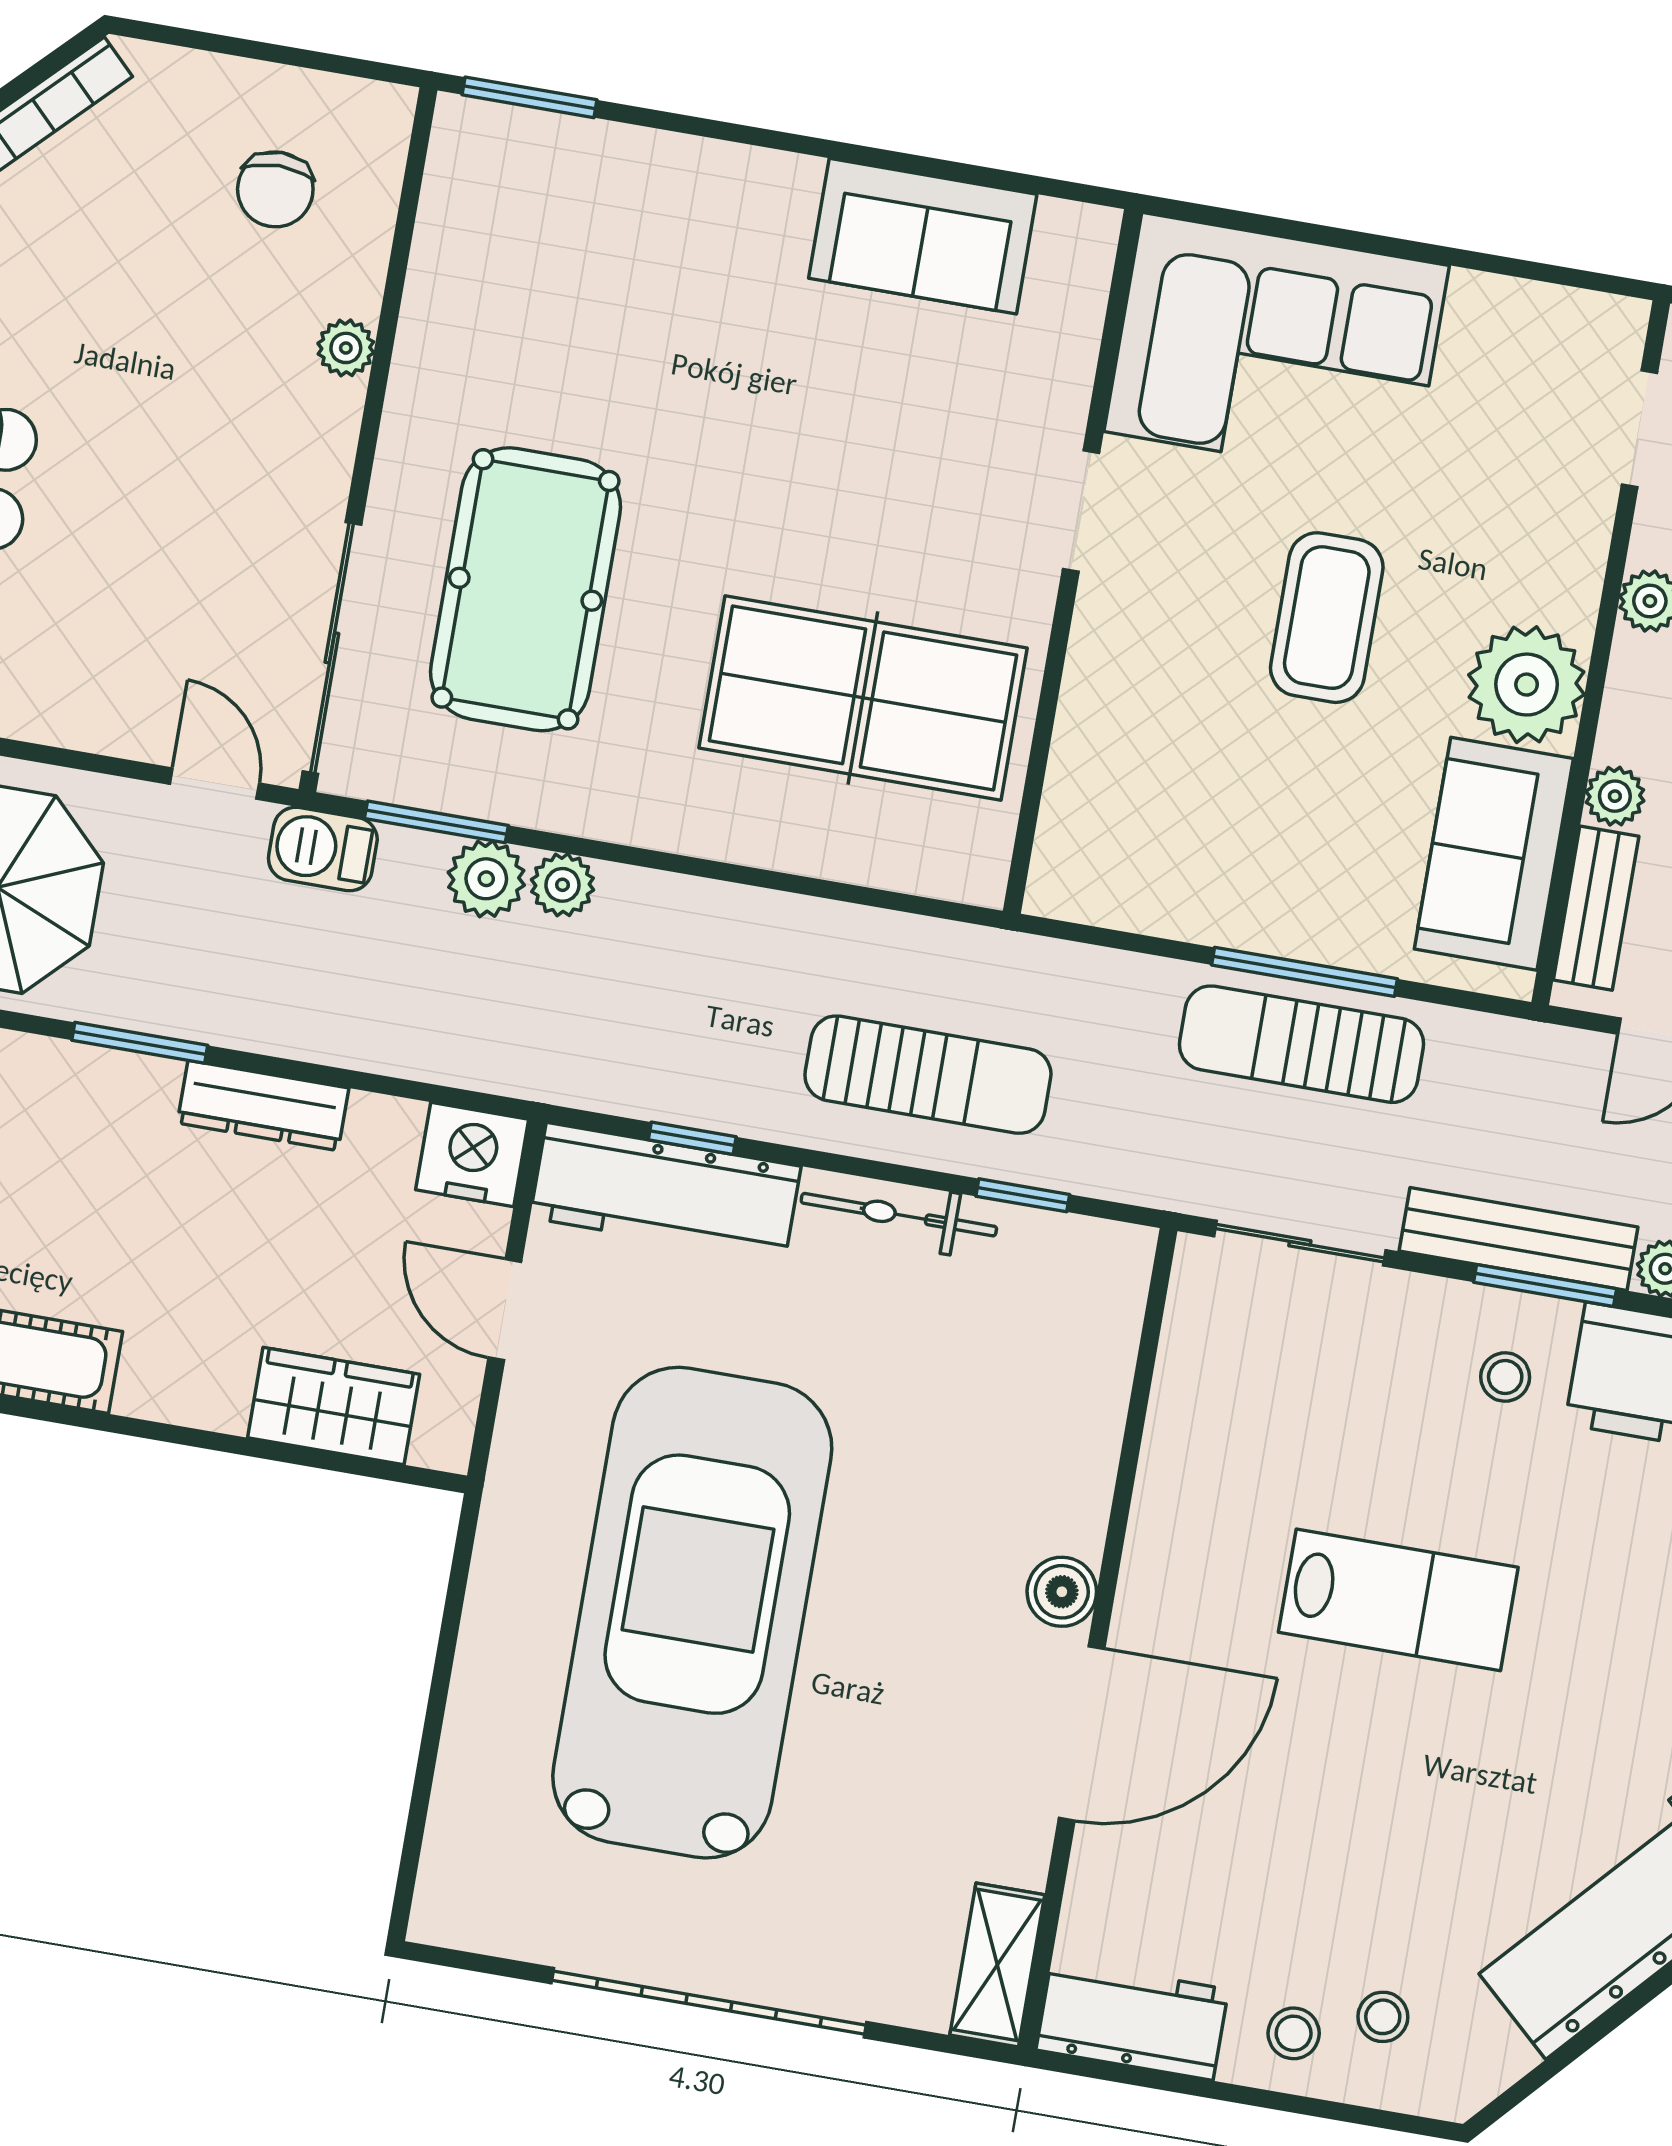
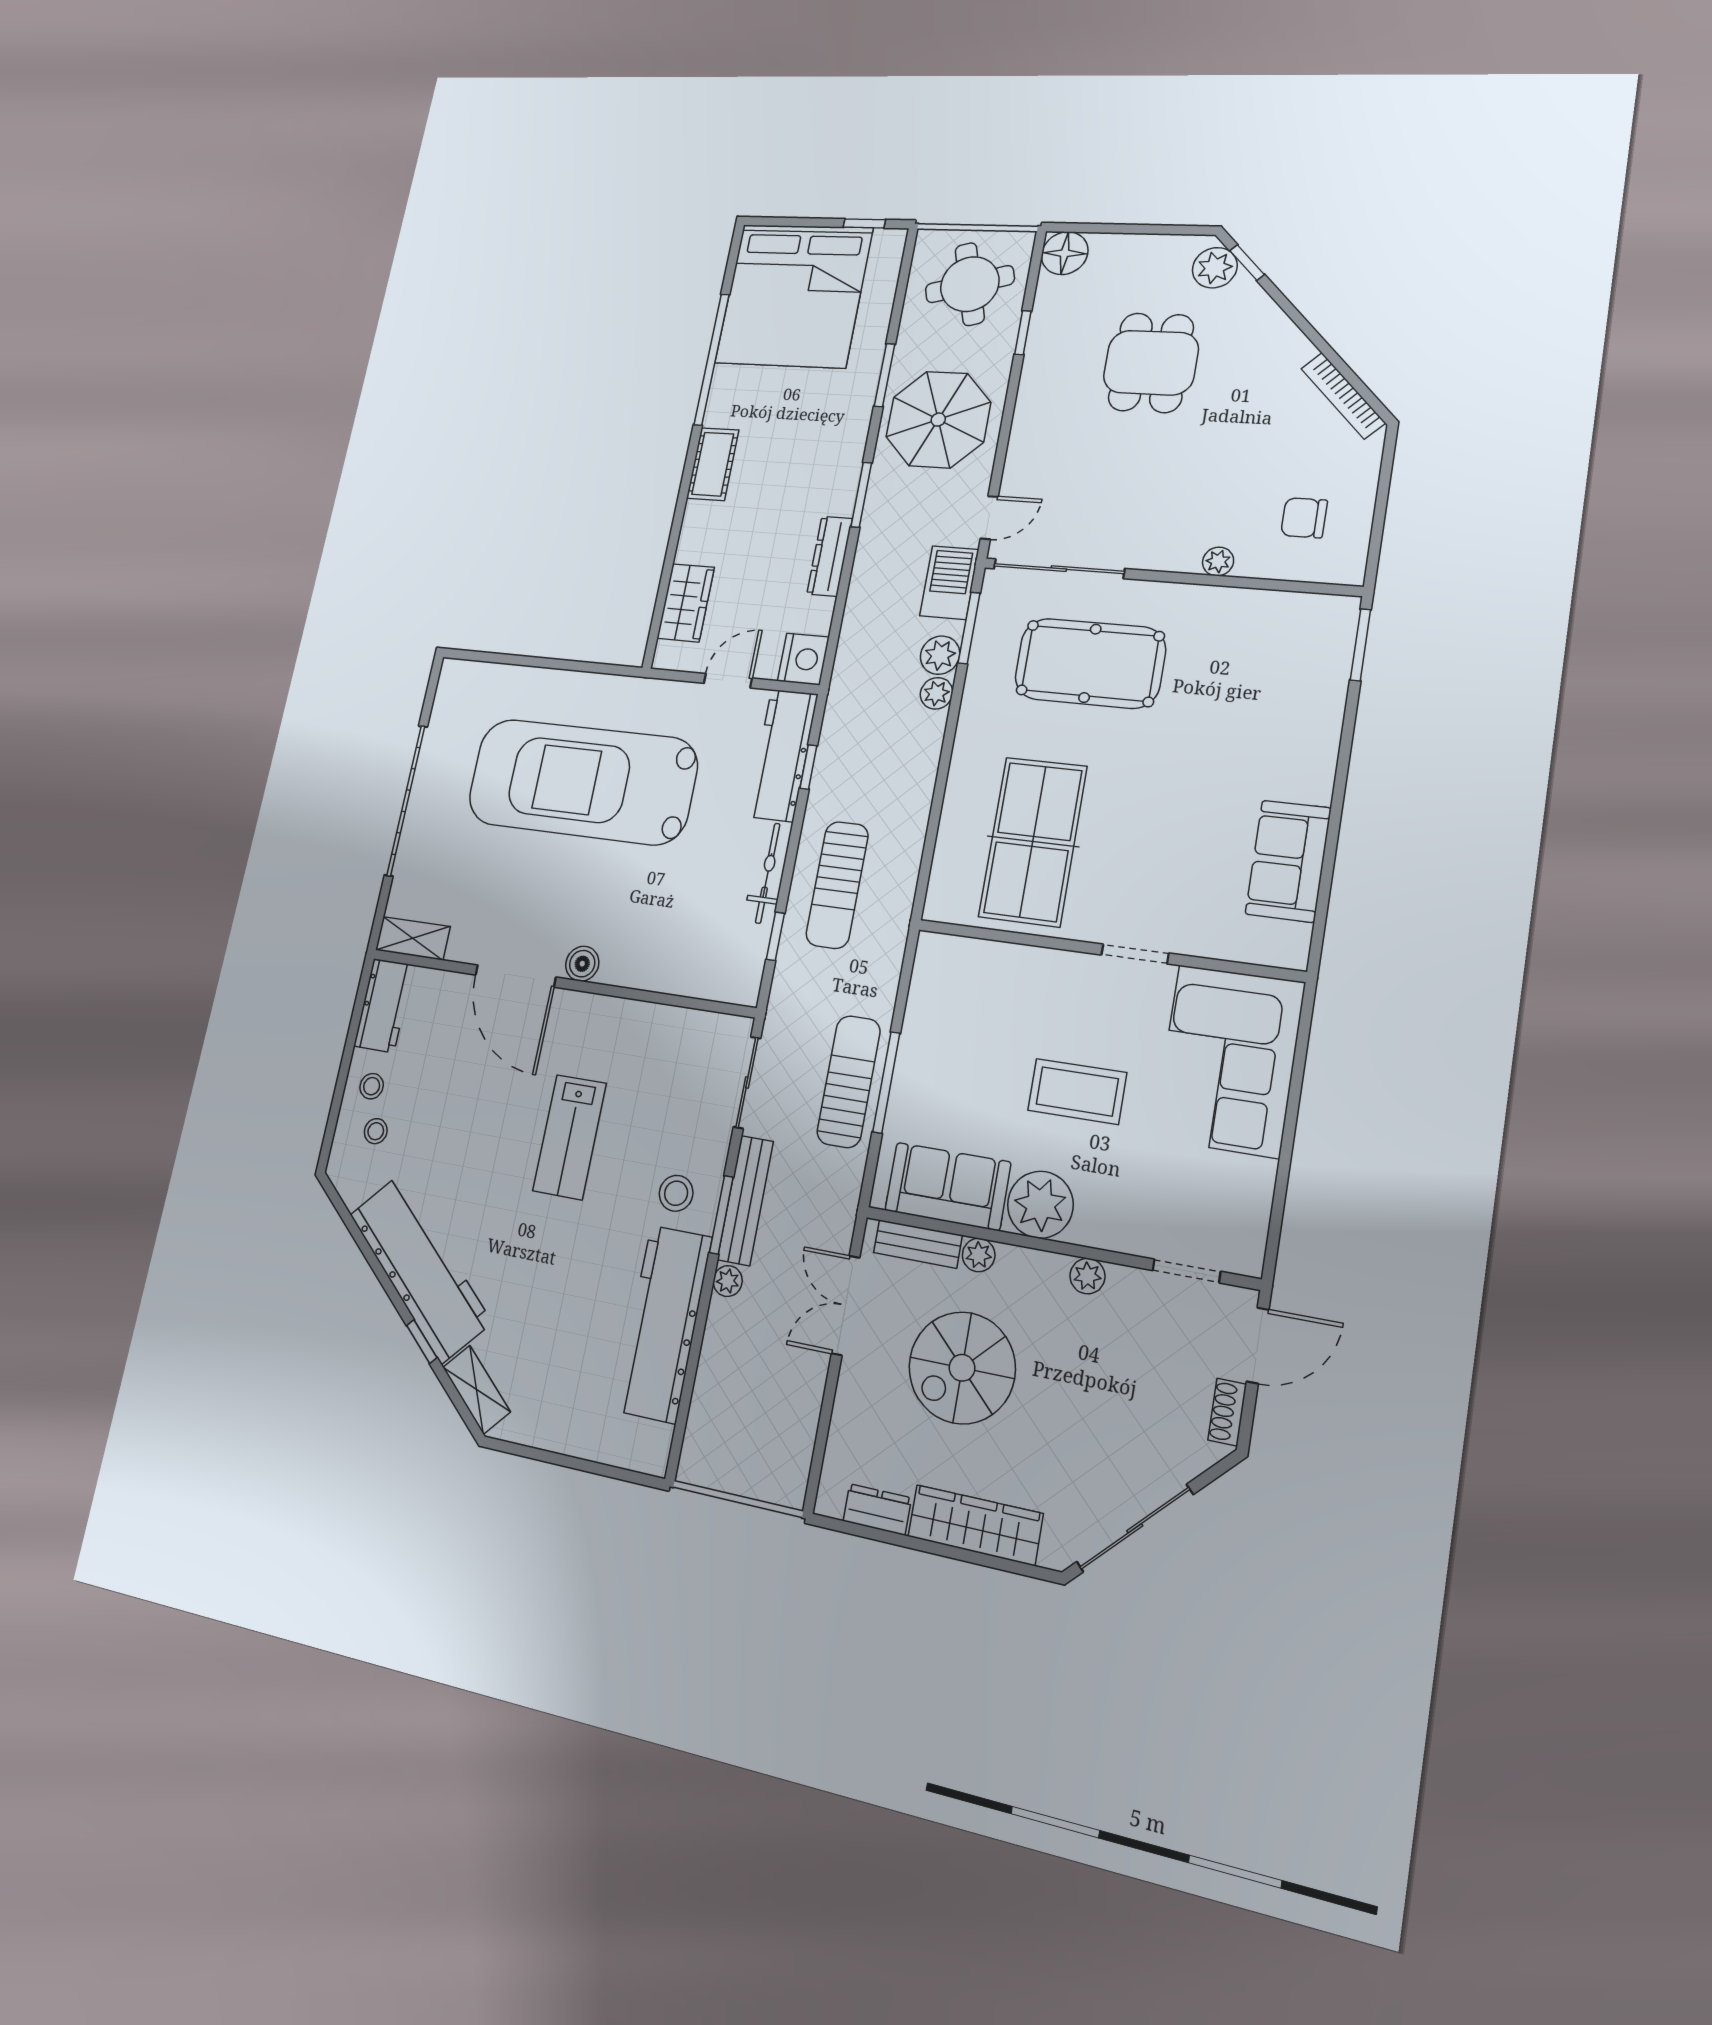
barbecue: (323, 849) -> (949, 583), width x1.38, depth x1.27
stool: (1505, 1377) -> (676, 1193), width x1.37, depth x1.37
car: (692, 1613) -> (582, 781), turned 180

